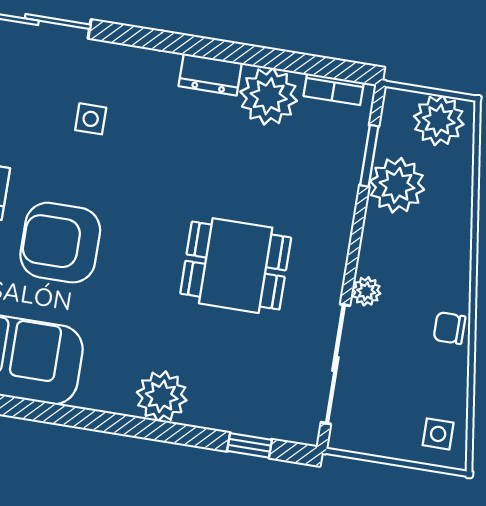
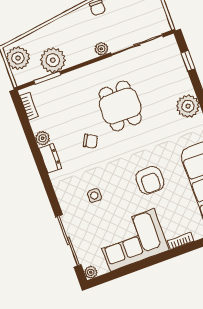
plant: (269, 96) -> (42, 138), width x0.53, depth x0.53
chair: (200, 170) -> (90, 141), added
armchair: (60, 243) -> (150, 180), width x0.73, depth x0.73

